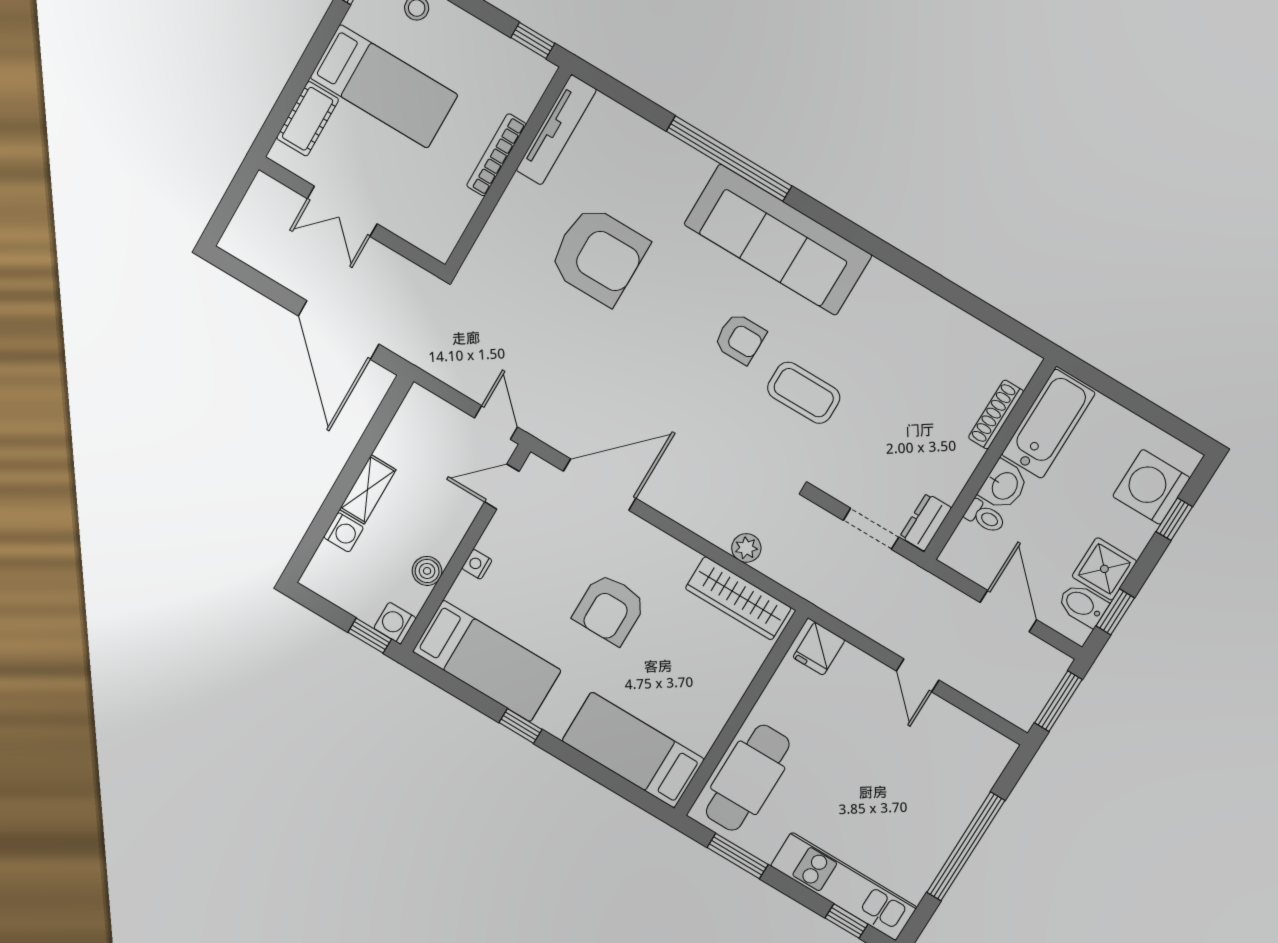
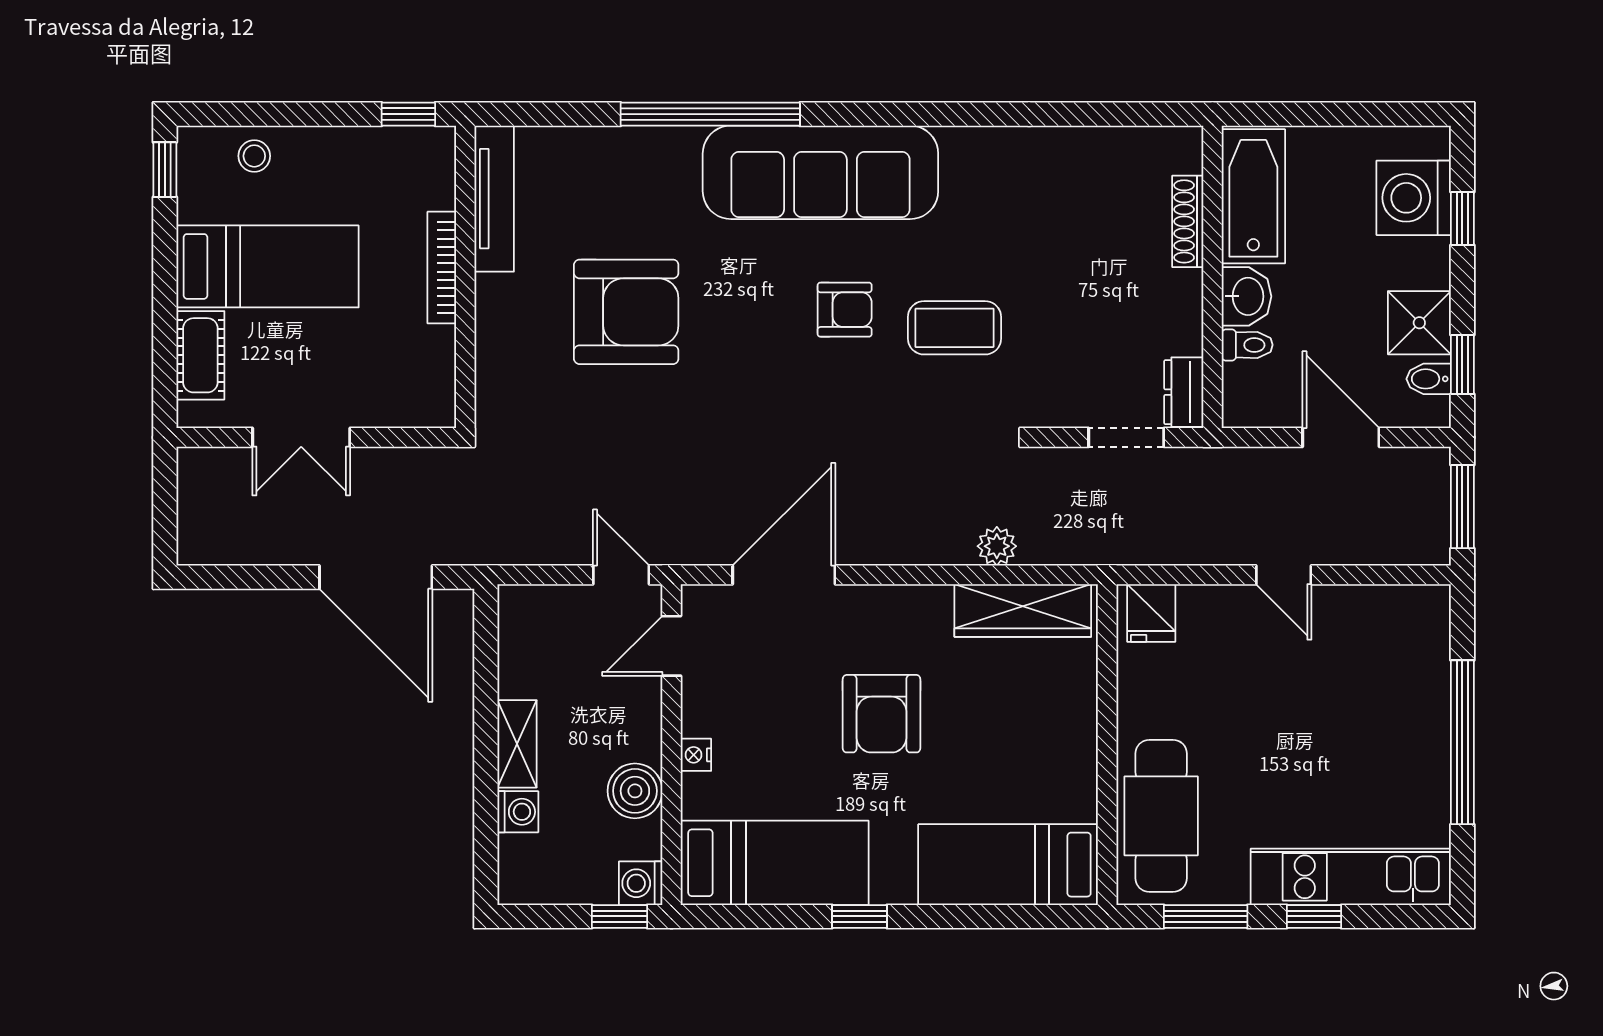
boiler: (427, 571) -> (635, 791), width x1.36, depth x1.36
bidet: (1083, 605) -> (1429, 379), width x0.72, depth x0.74
window: (846, 921) -> (1314, 916), moved

